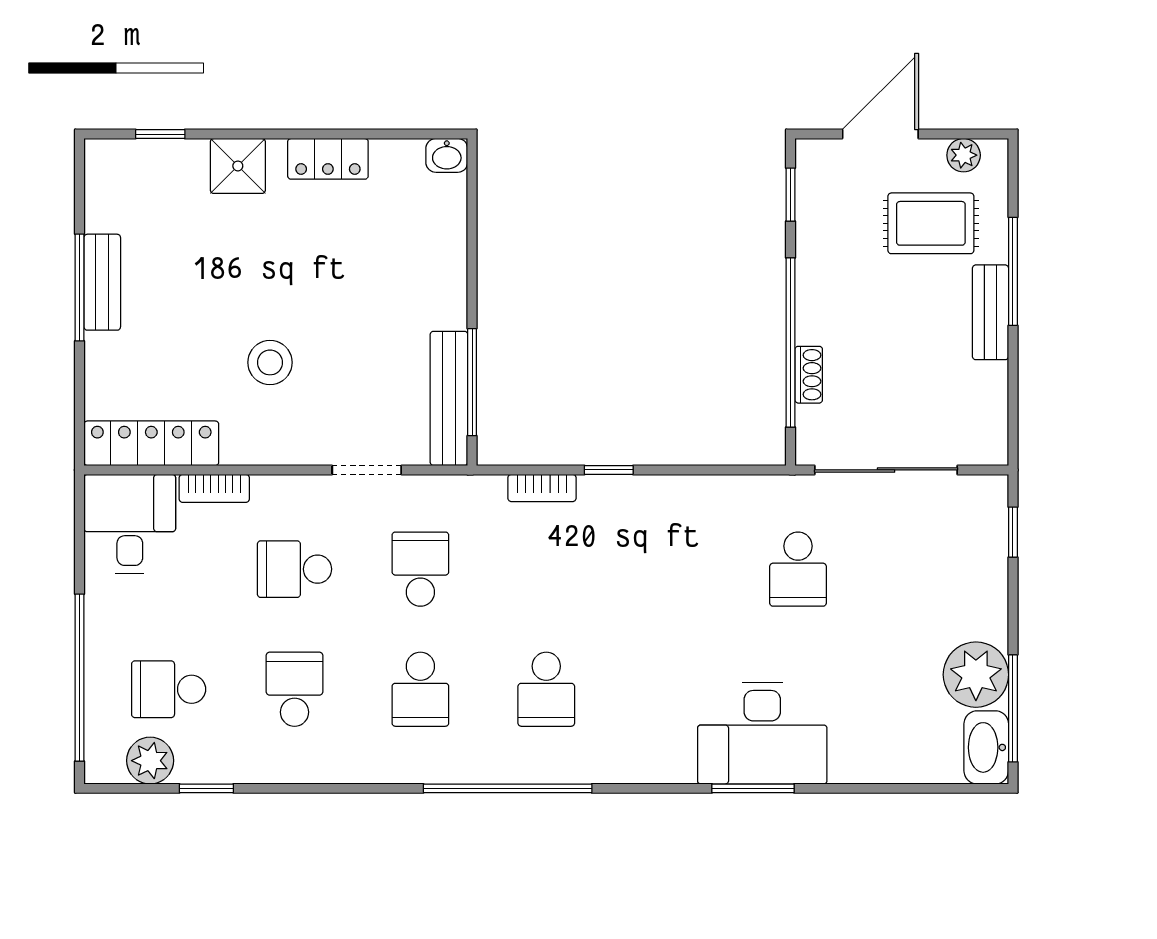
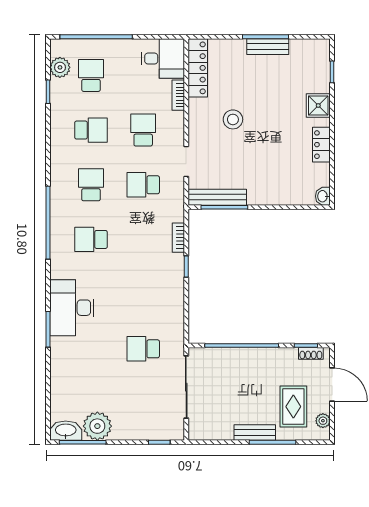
shoe rack: (809, 375) -> (311, 353), moved
school desk: (420, 569) -> (143, 185), turned 180
school desk: (420, 689) -> (91, 185), turned 90
desk: (762, 733) -> (72, 308), moved

